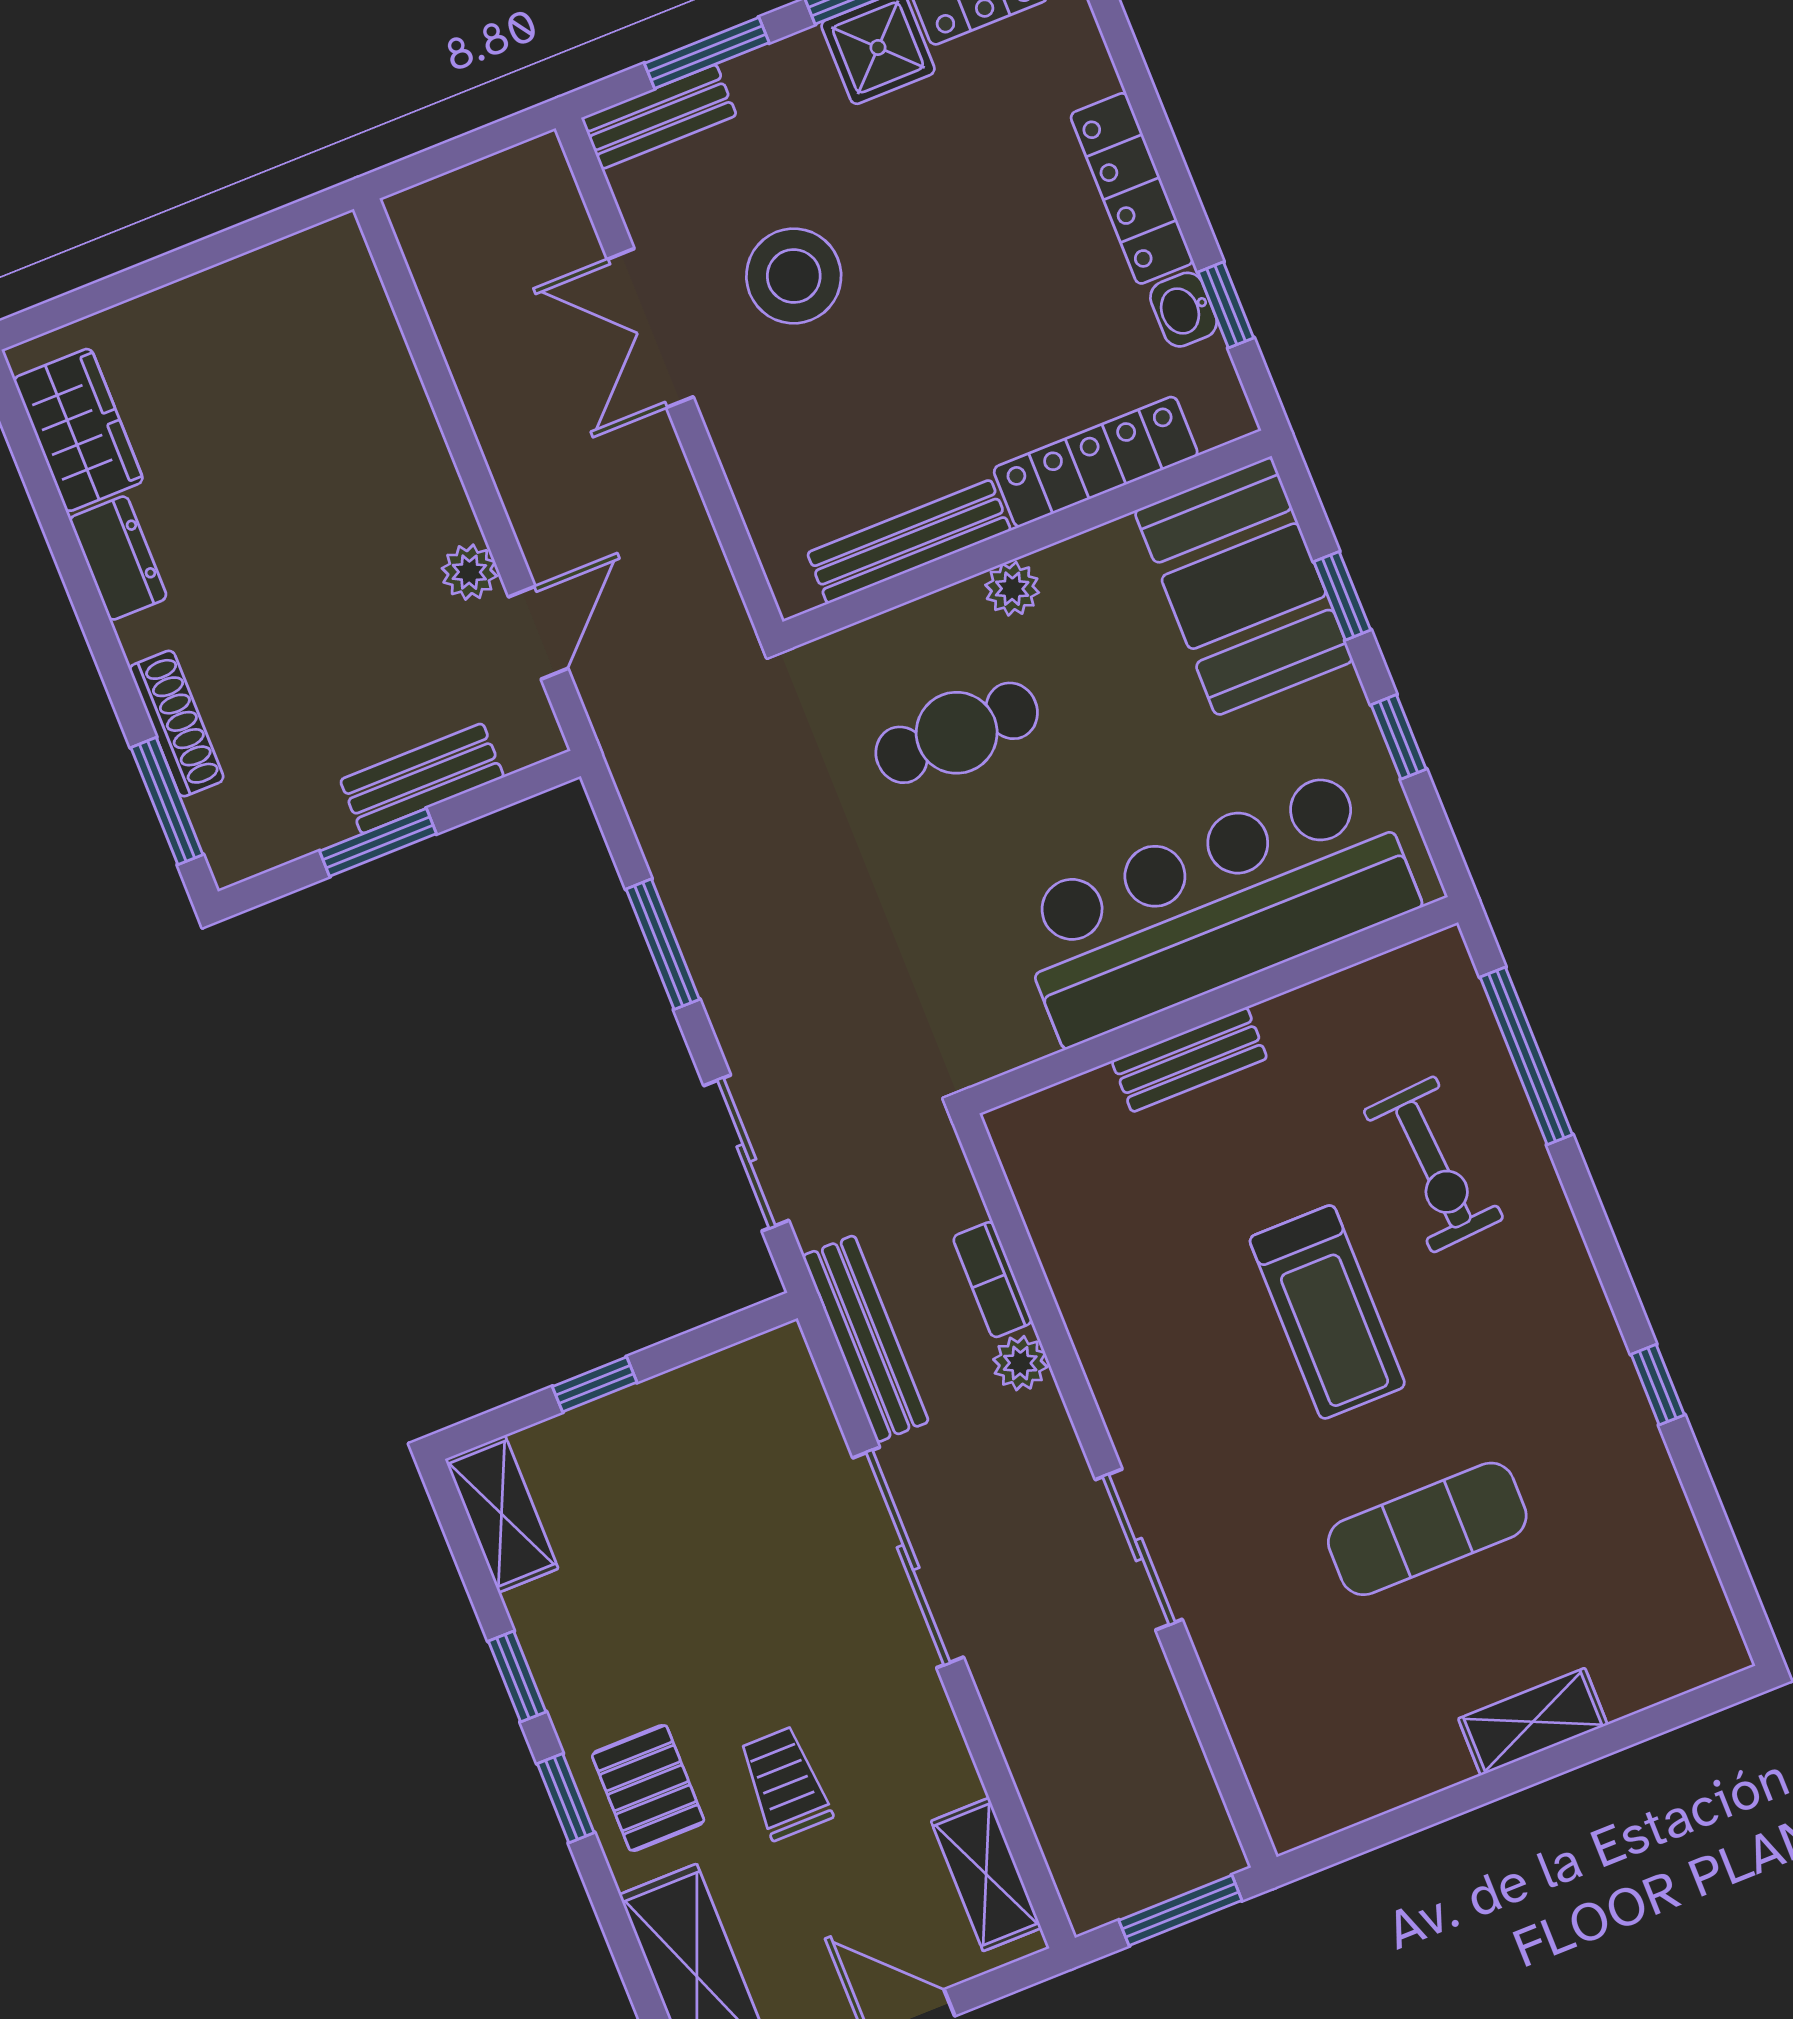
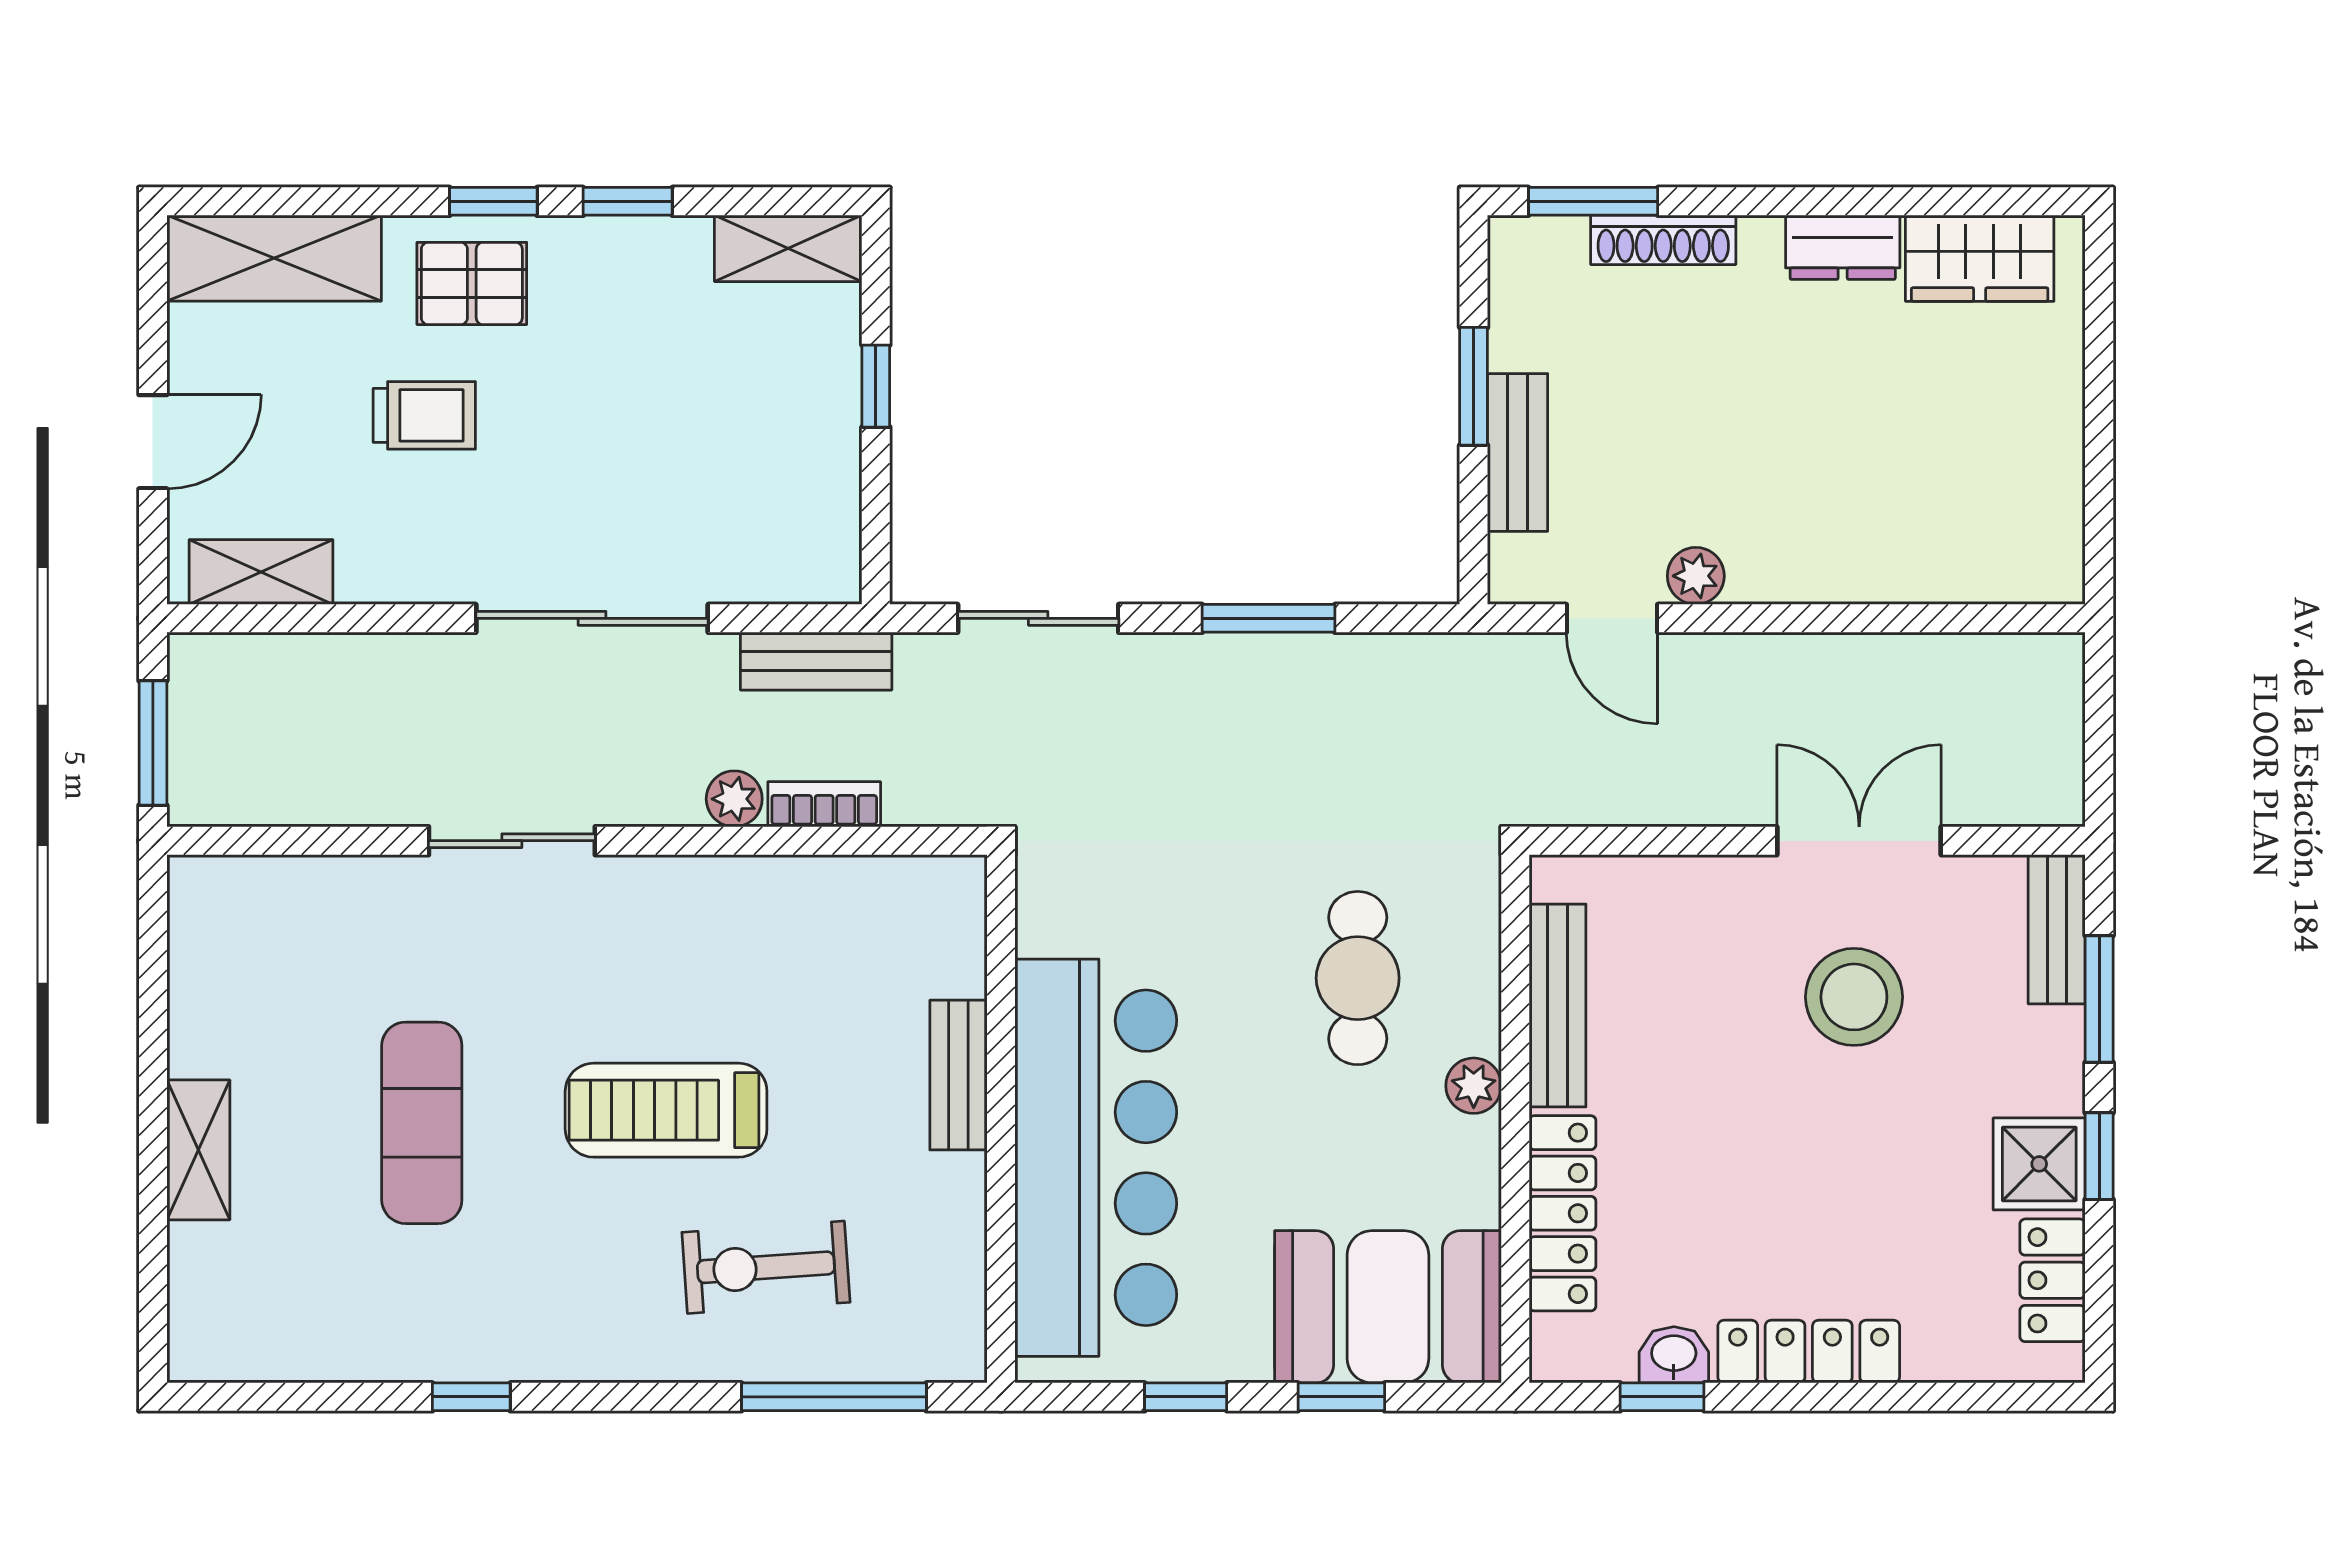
bench: (866, 1339) -> (816, 661), width x0.73

